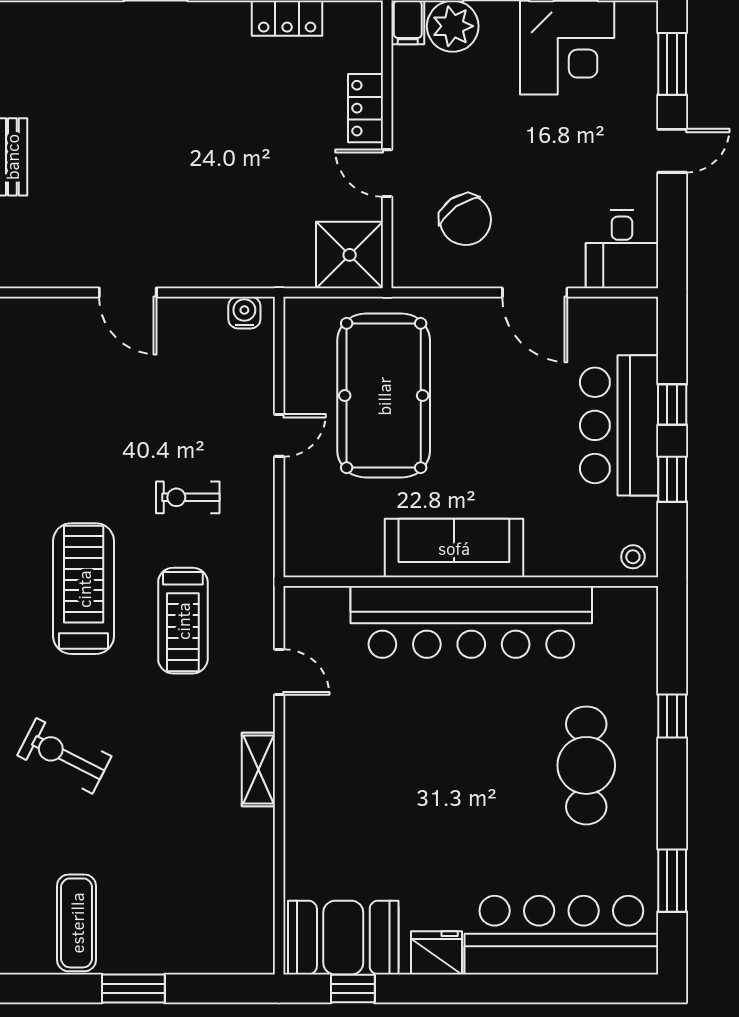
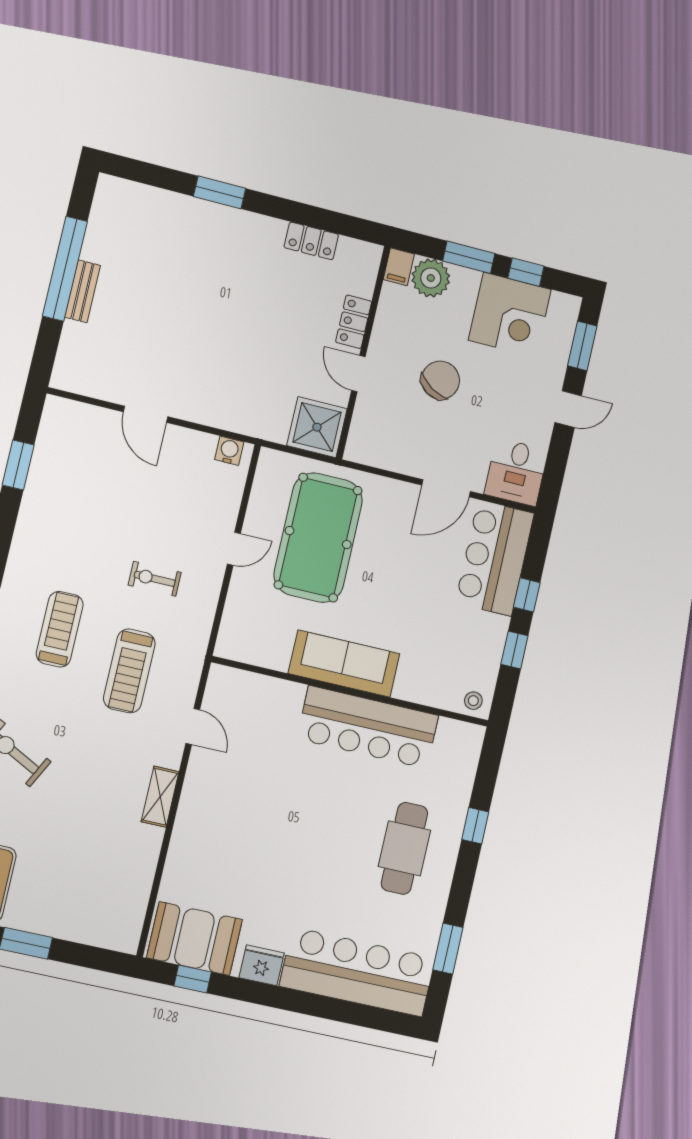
chair: (465, 220) -> (440, 380), moved, turned -113
door: (535, 292) -> (446, 488), hinge flipped
bar counter: (619, 425) -> (495, 558), moved
treadmill: (84, 589) -> (60, 629), width x0.73, depth x0.73
bar counter: (471, 622) -> (368, 727), width x0.73

